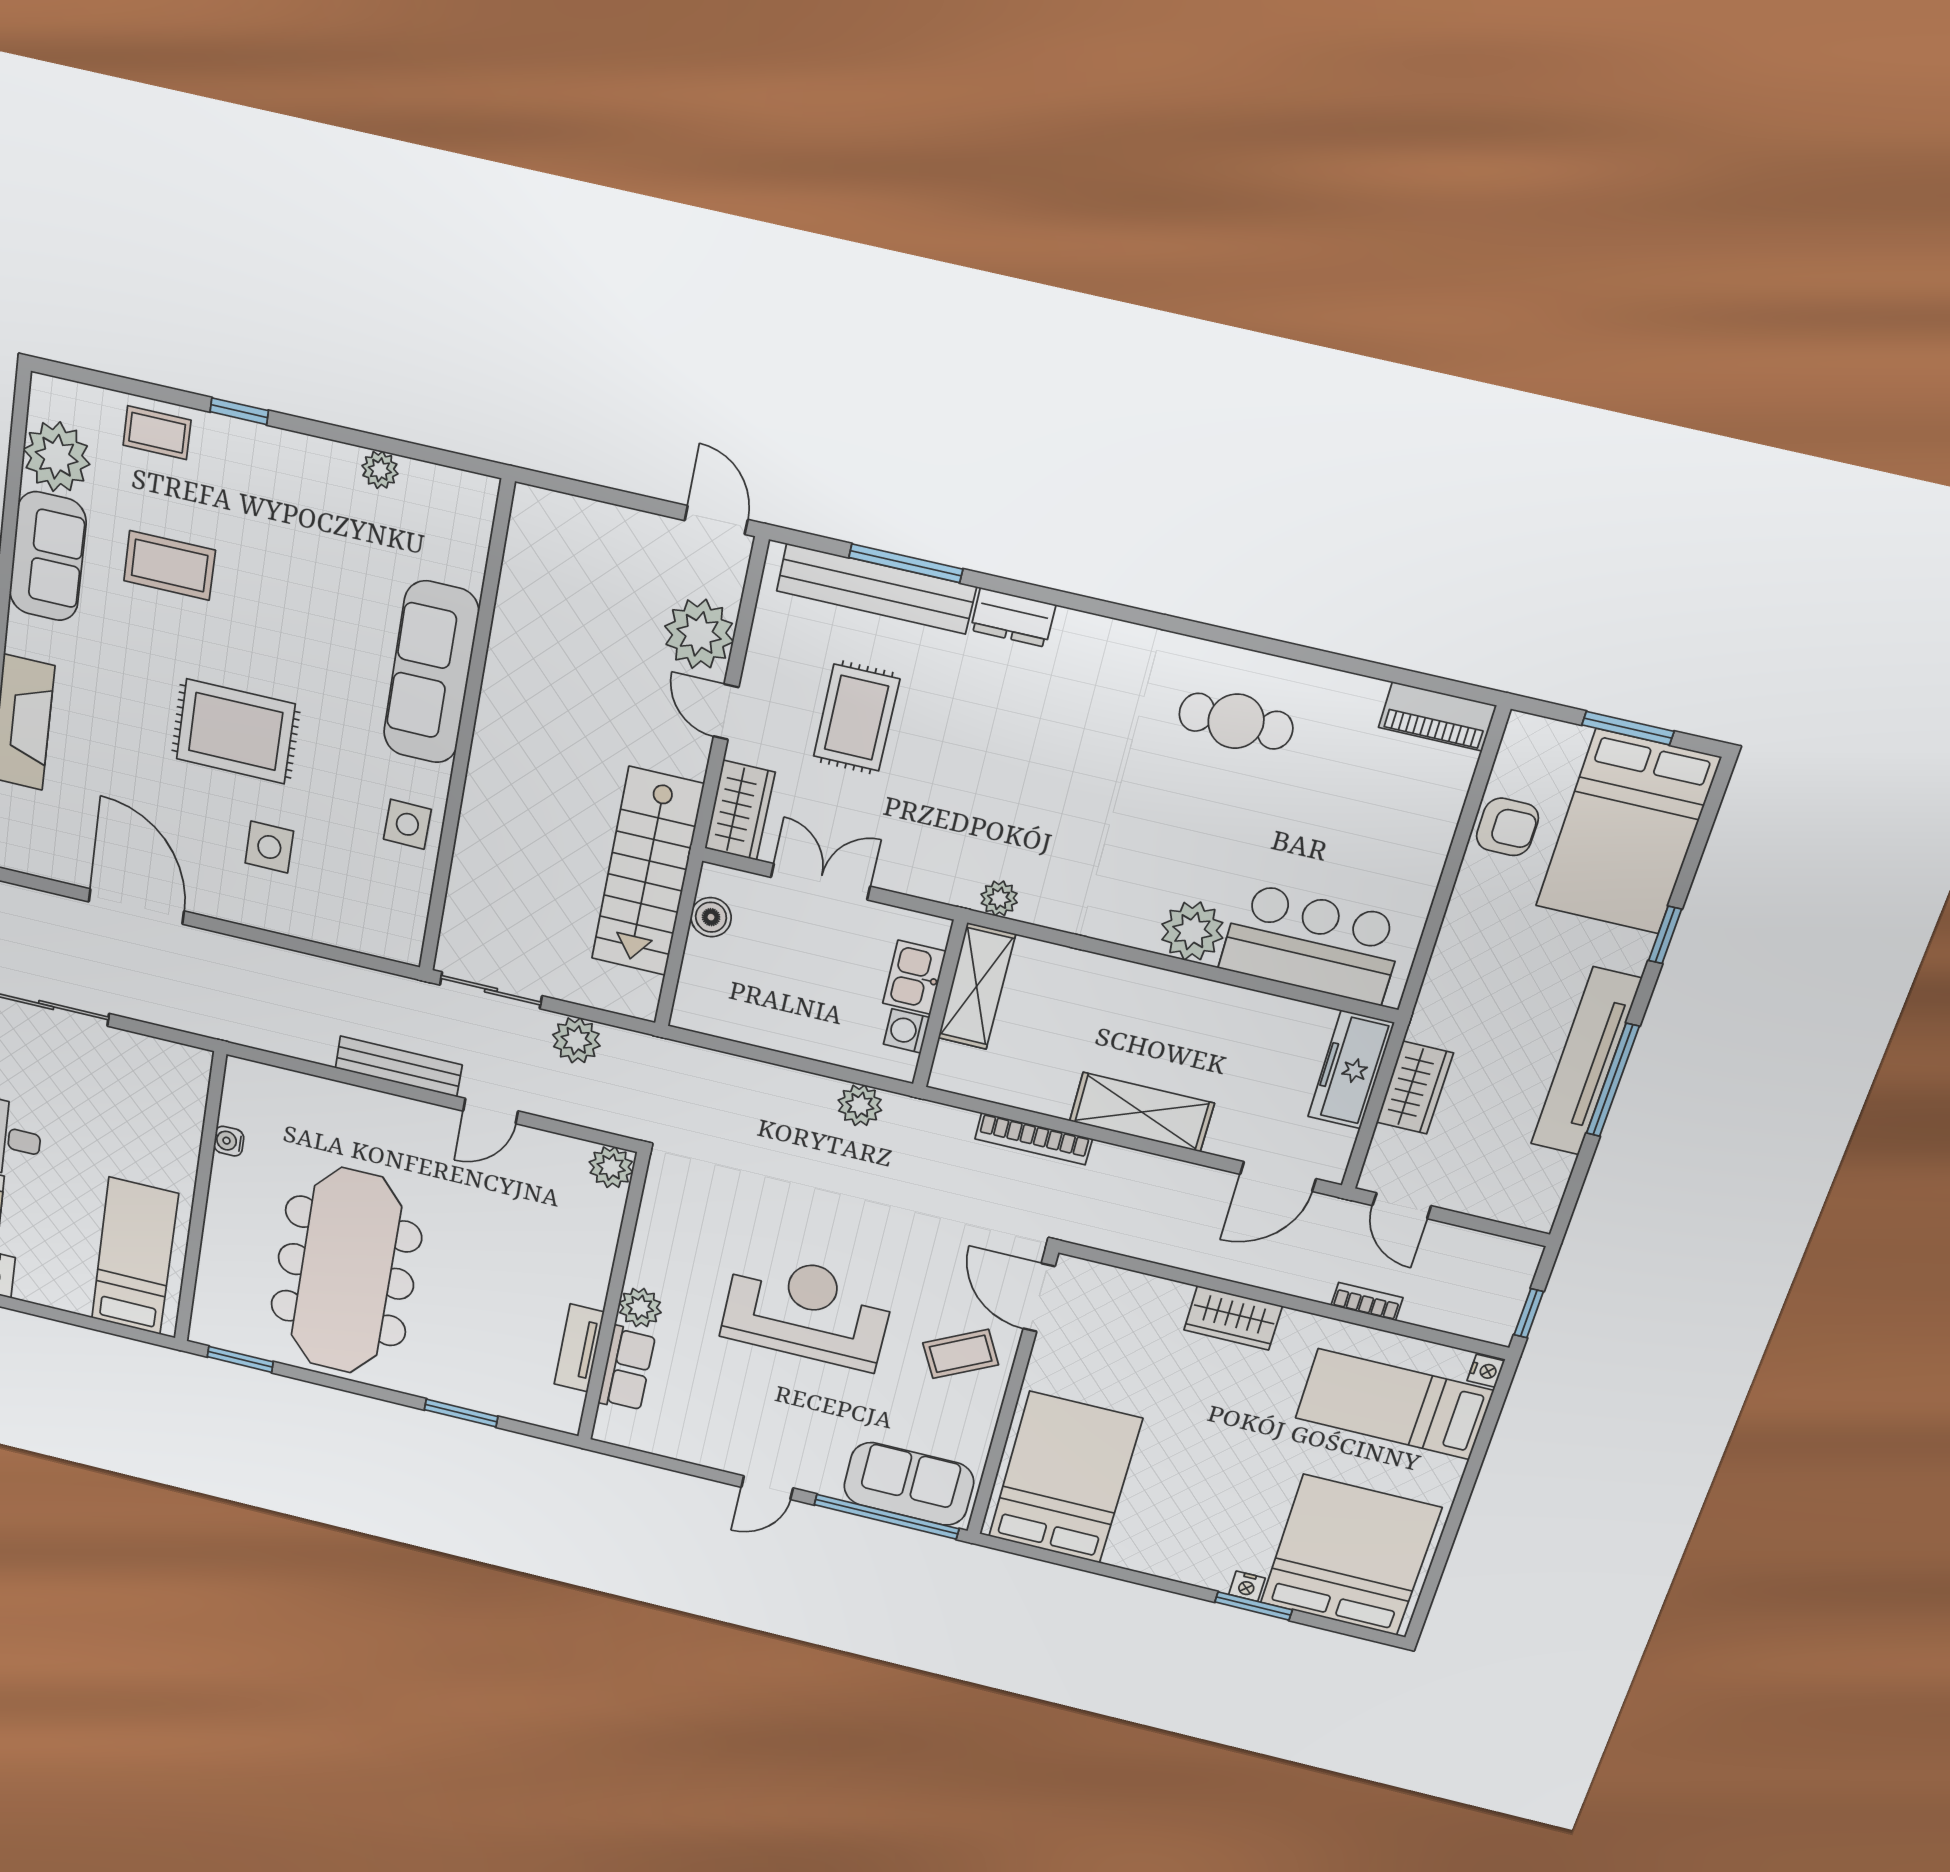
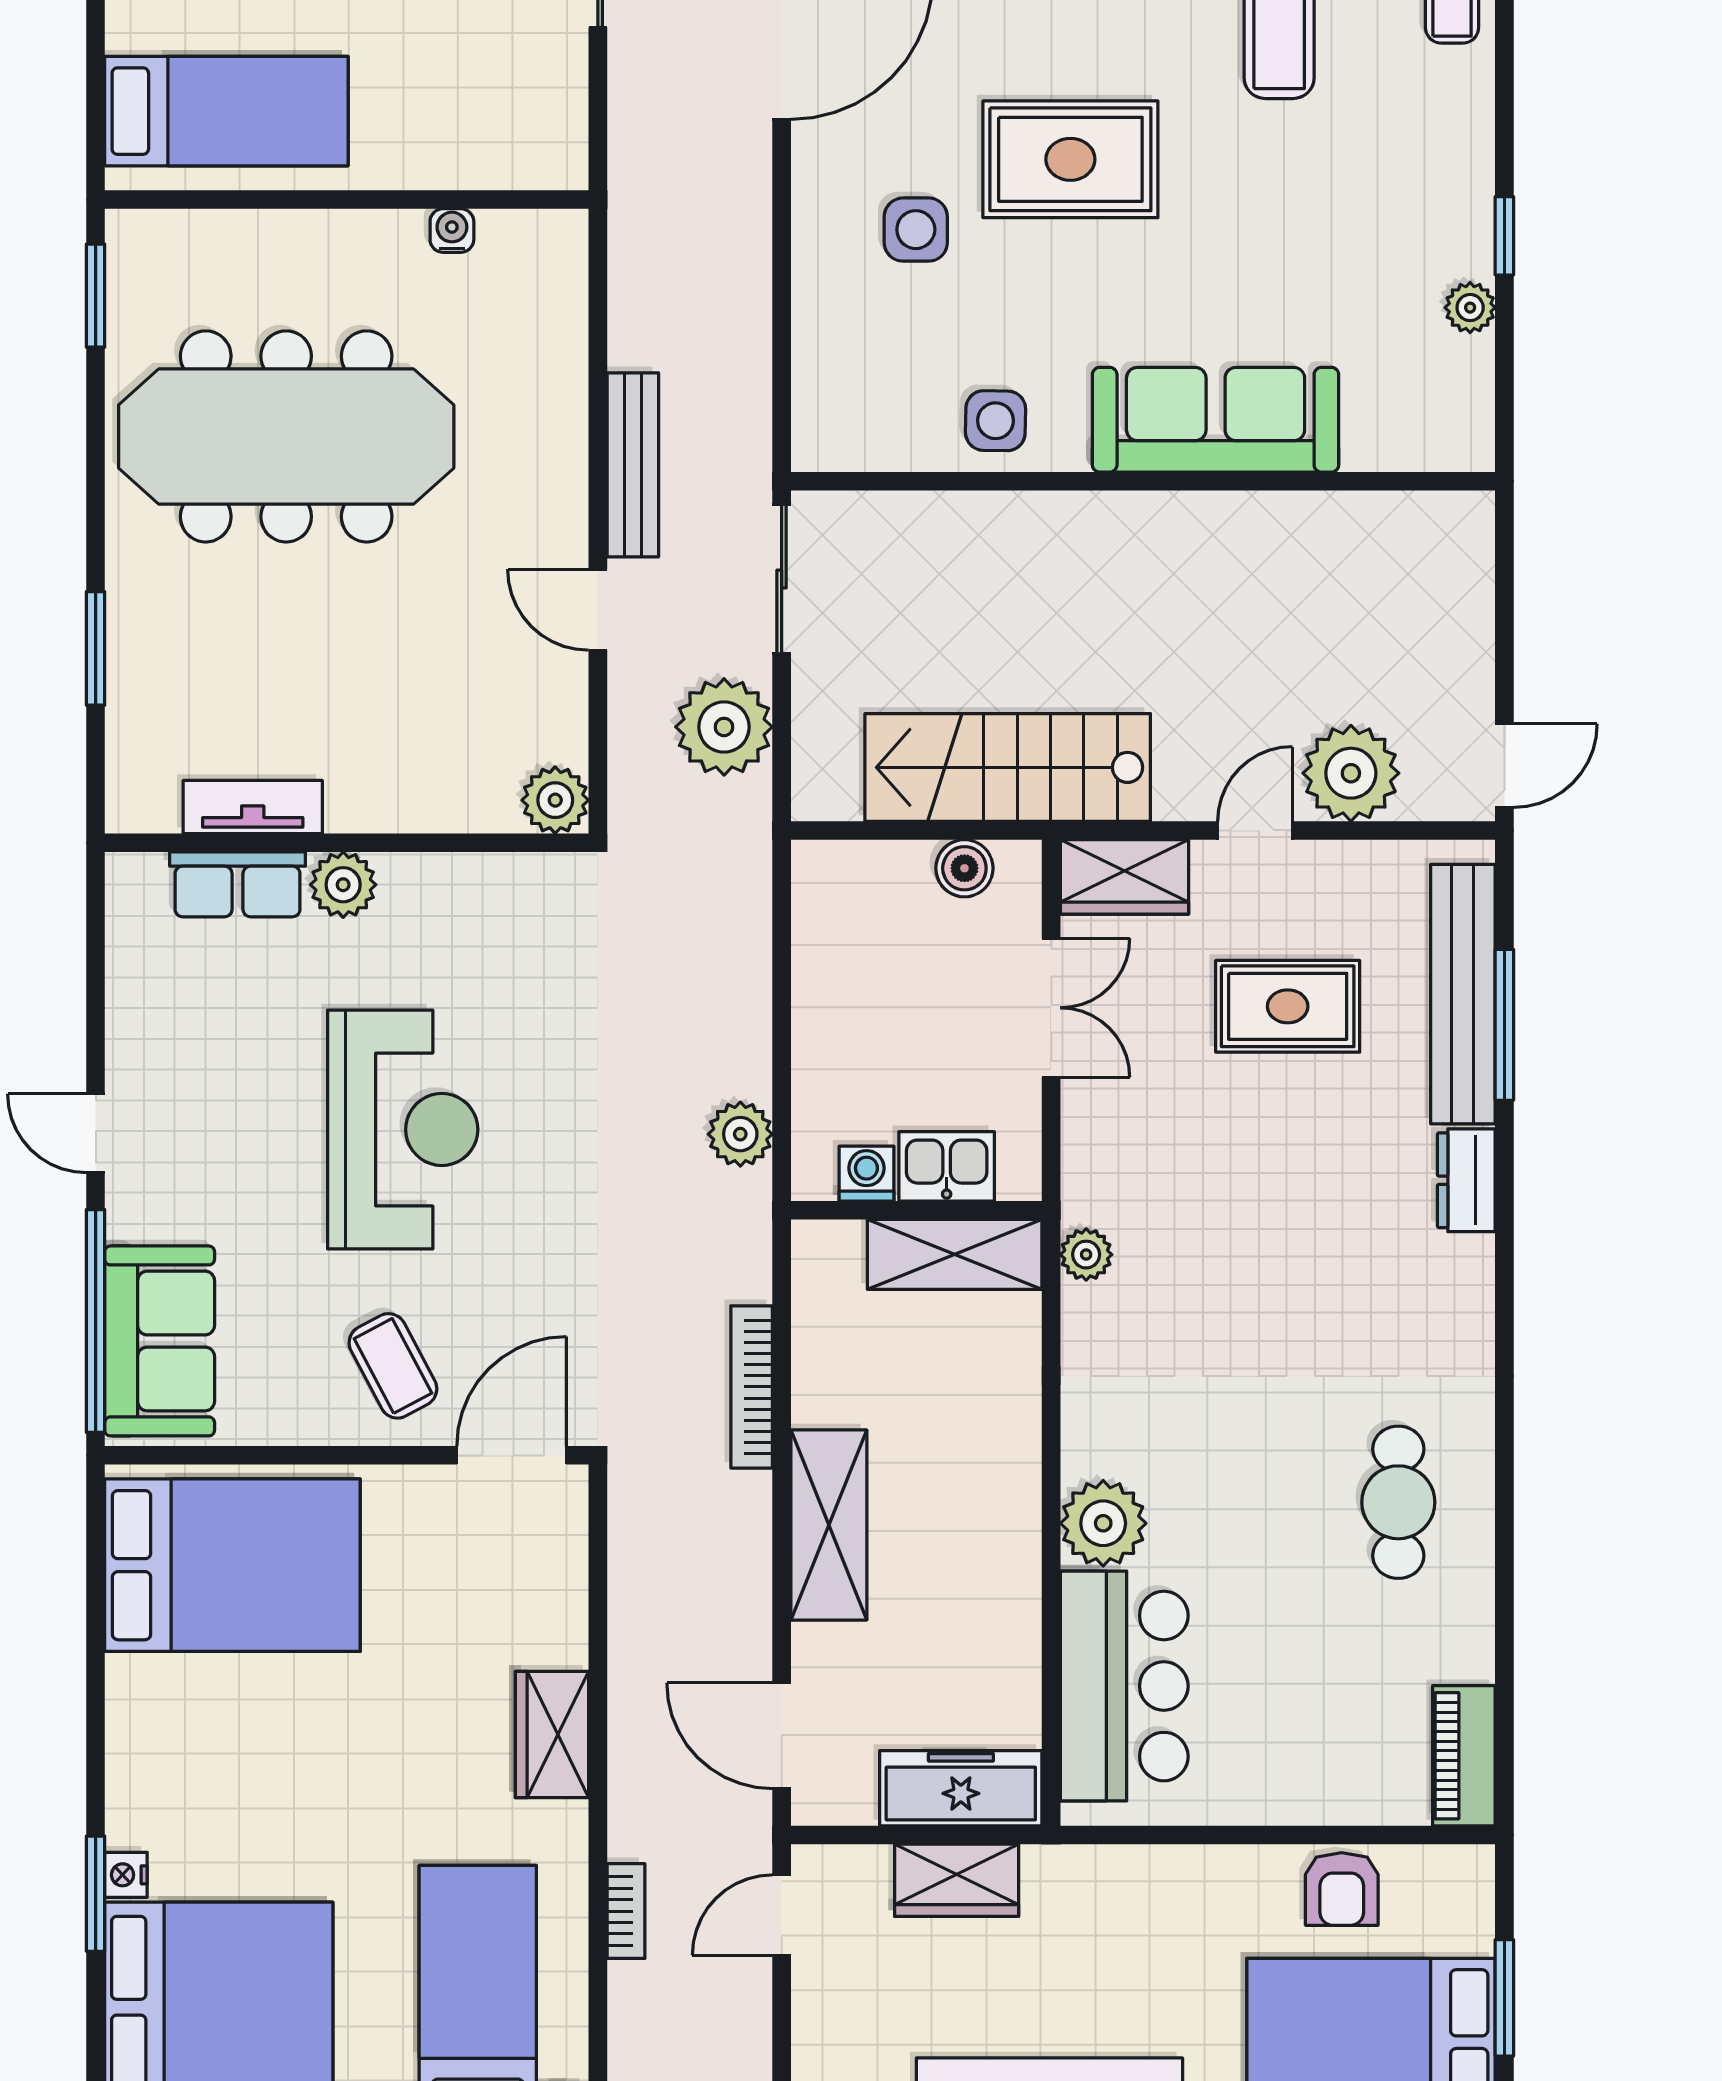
window: (239, 411) -> (1504, 236), moved
rug: (236, 732) -> (1070, 159), turned 90
plant: (576, 1040) -> (724, 727), width x1.36, depth x1.36

